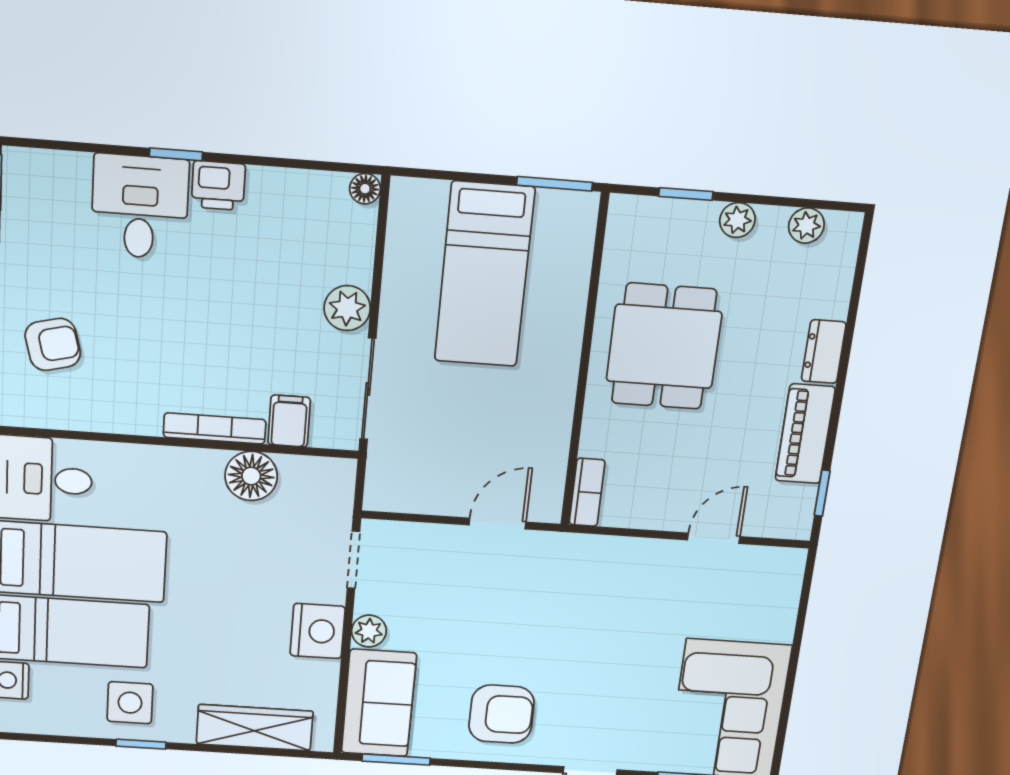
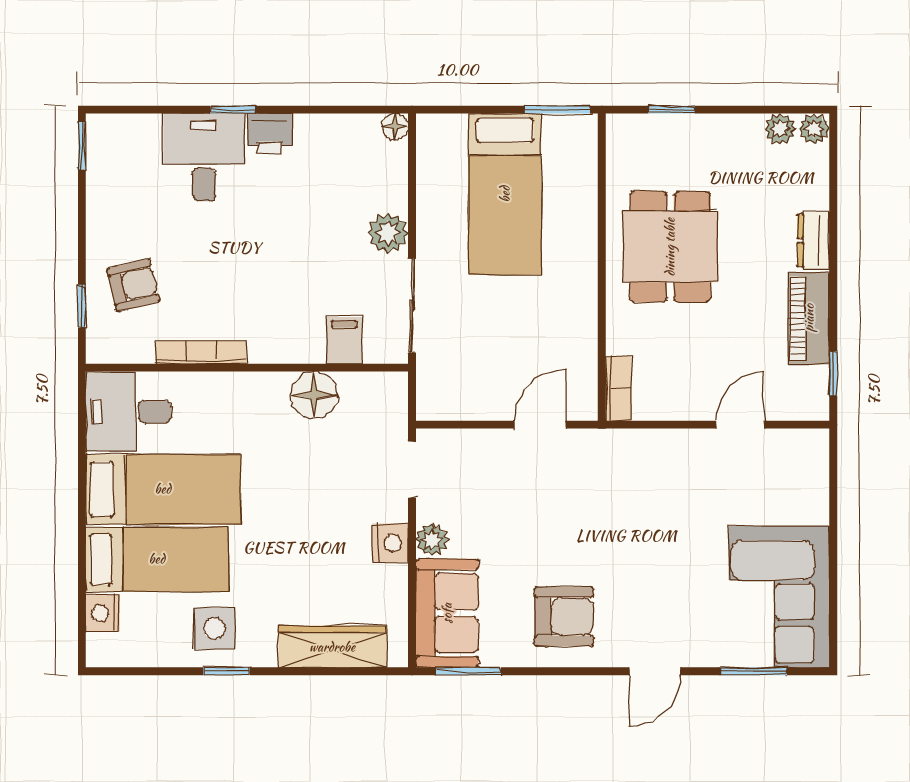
plant: (737, 220) -> (814, 129), moved
bookcase: (215, 428) -> (201, 352), moved
nightstand: (318, 631) -> (390, 543), width x0.74, depth x0.75

